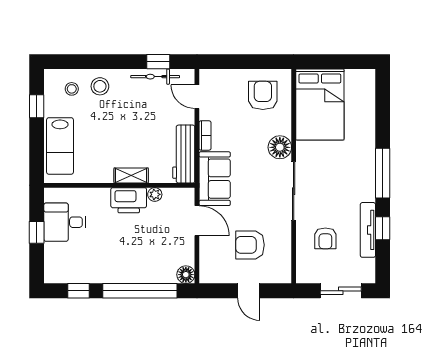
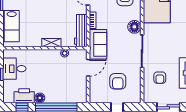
printer: (129, 200) -> (24, 96), moved, turned 180
door: (197, 221) -> (88, 68), hinge flipped
armchair: (250, 245) -> (118, 81), turned -90
floor lamp: (186, 275) -> (40, 98), moved

